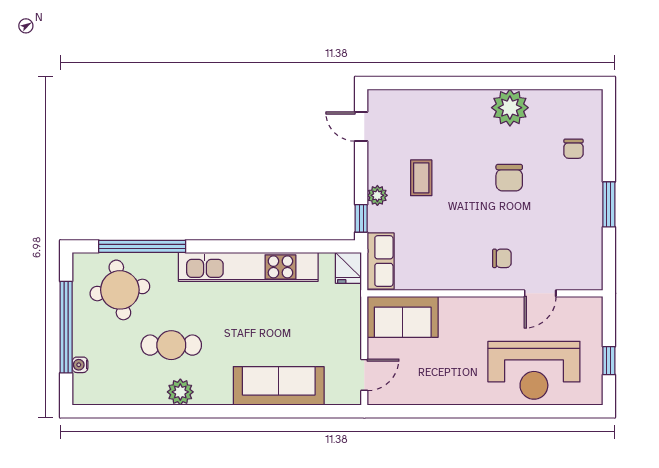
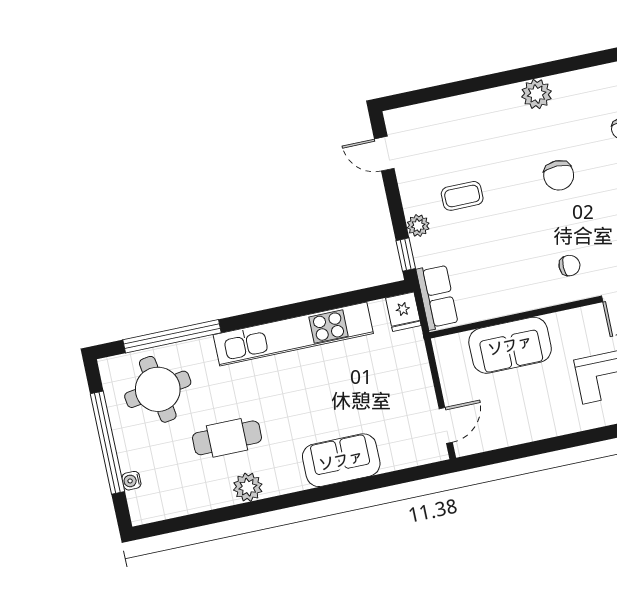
plant: (510, 108) -> (537, 94), width x0.73, depth x0.73
coffee table: (421, 178) -> (462, 196), turned 90
sofa: (403, 317) -> (510, 345), moved
sofa: (279, 386) -> (341, 460), width x0.73

